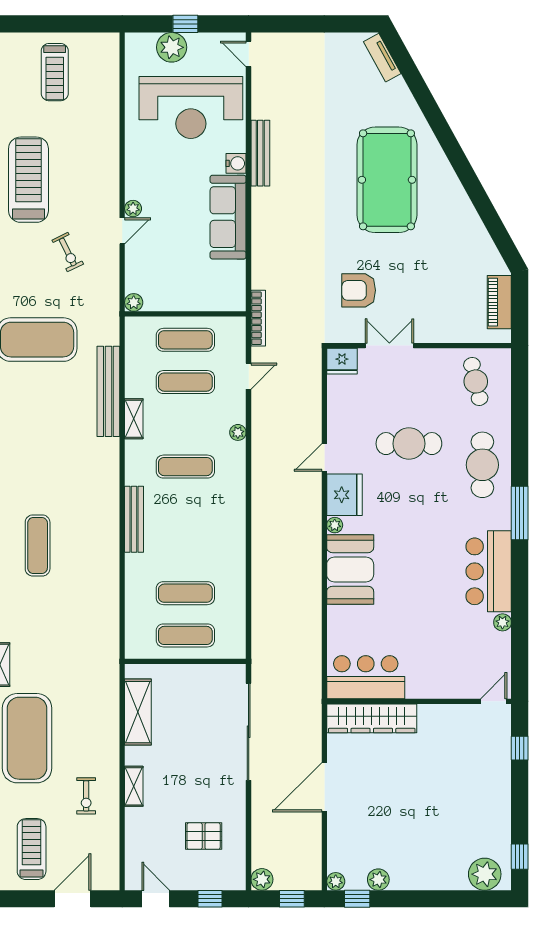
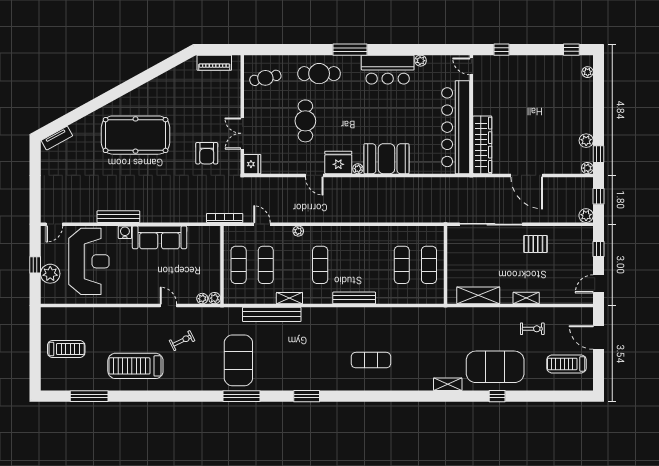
plant: (133, 209) -> (202, 299), moved
bar counter: (366, 677) -> (456, 127), width x1.86
pallet: (204, 836) -> (536, 244), moved, turned 90
plant: (485, 874) -> (588, 72), width x0.53, depth x0.53

